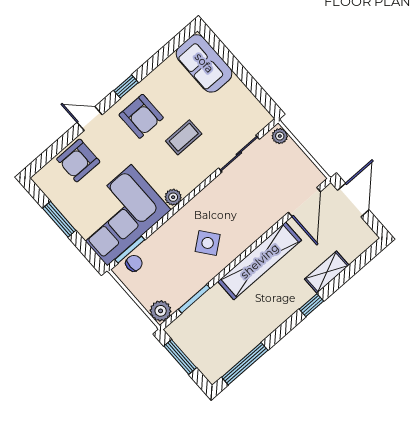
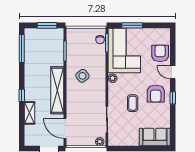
armchair: (141, 116) -> (156, 94), turned -90
door: (90, 119) -> (173, 72), swing flipped
window: (59, 219) -> (132, 25), moved
plant: (161, 311) -> (72, 34), removed

